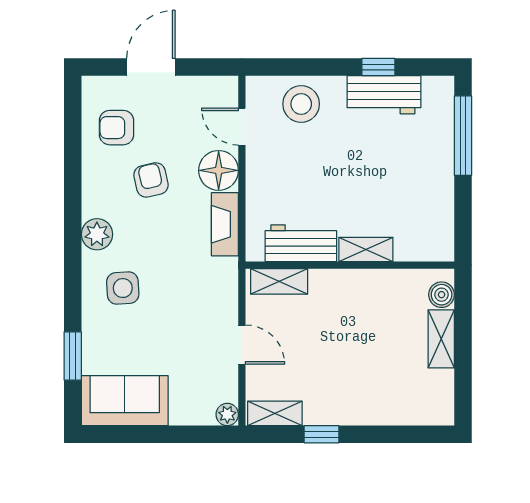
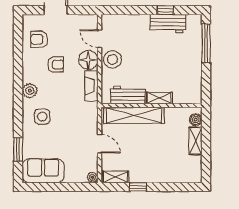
stool: (301, 104) -> (112, 59), moved
armchair: (151, 180) -> (56, 64), turned 103
shelving: (279, 281) -> (134, 115), width x2.20, depth x1.33

